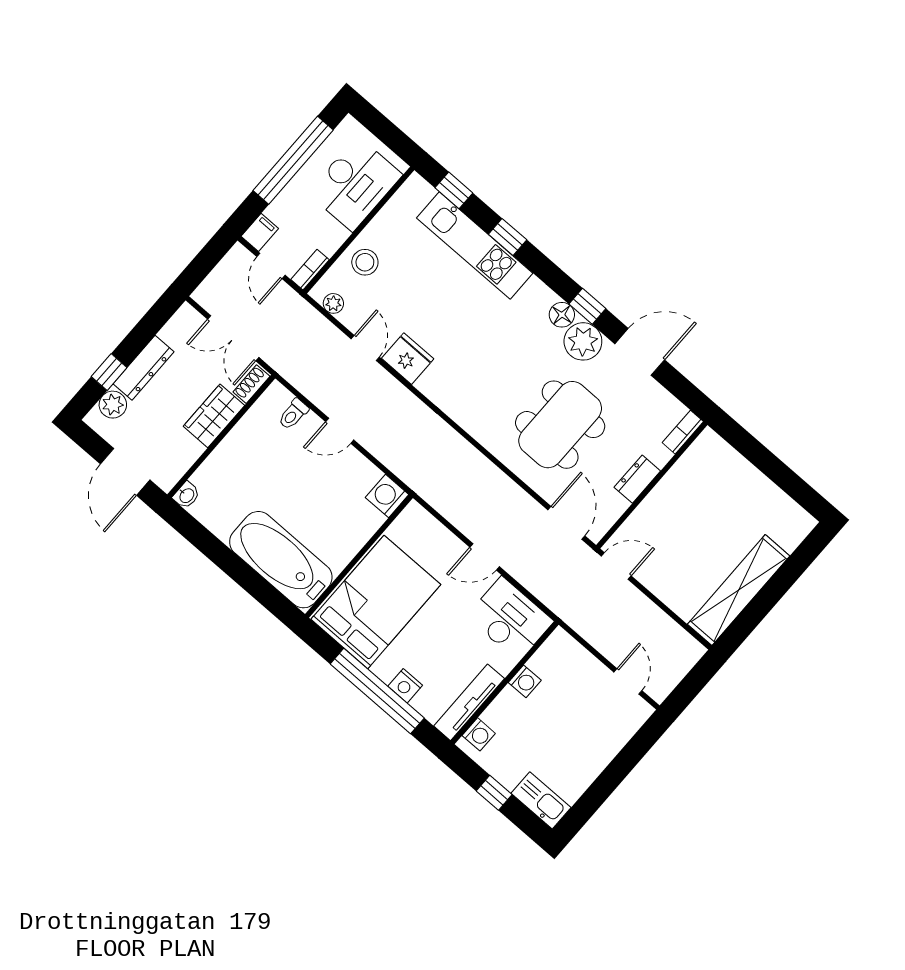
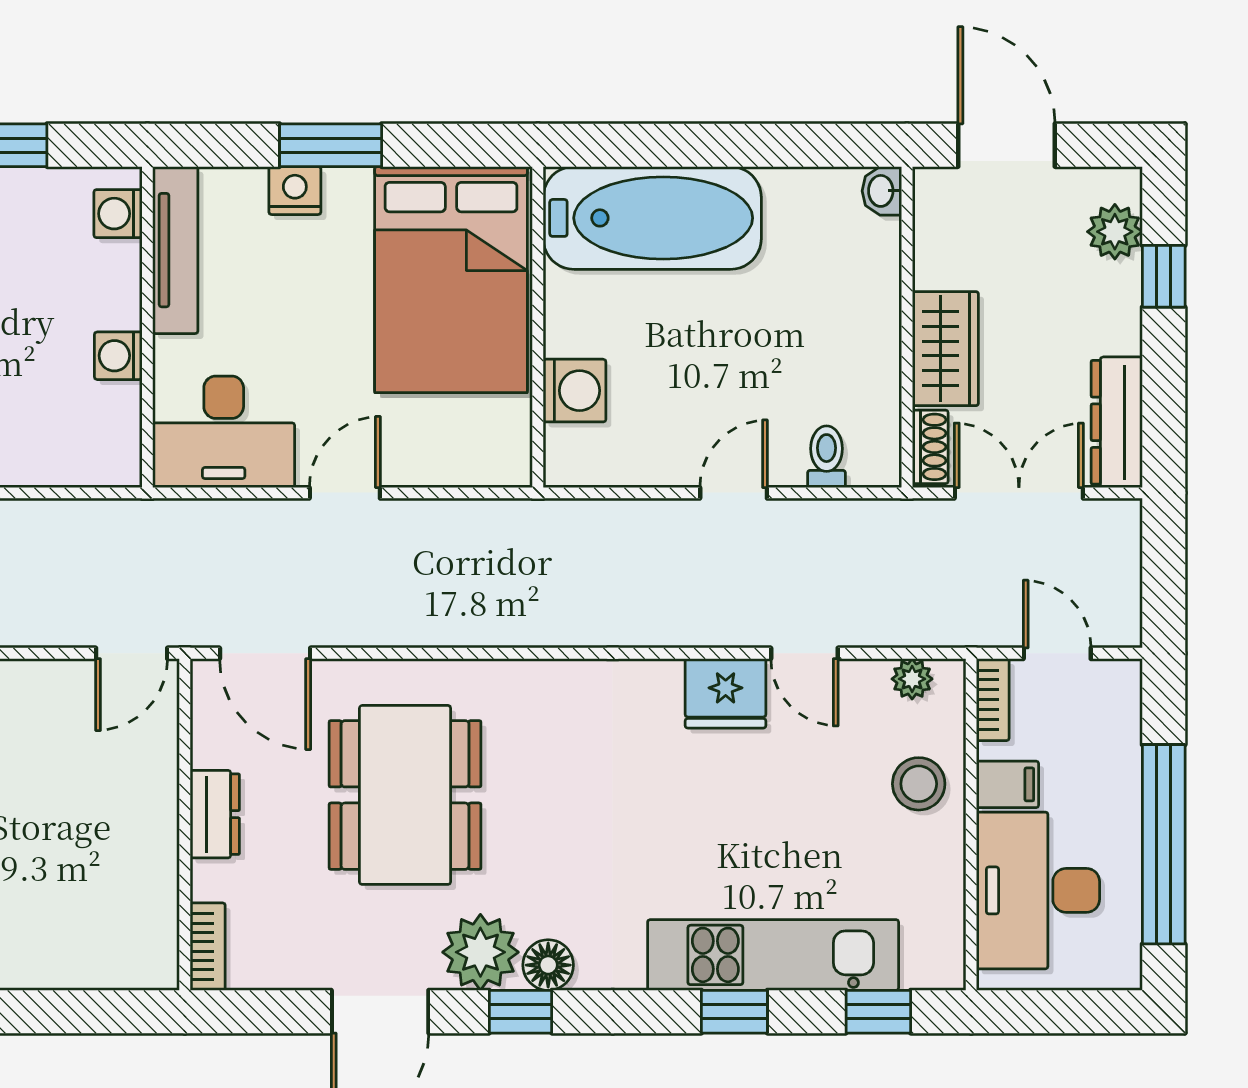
filing cabinet: (260, 232) -> (1008, 784), moved, turned -90
dresser: (144, 368) -> (1117, 422), moved
washing machine: (387, 496) -> (575, 391), moved
window: (377, 691) -> (331, 145), width x0.47

